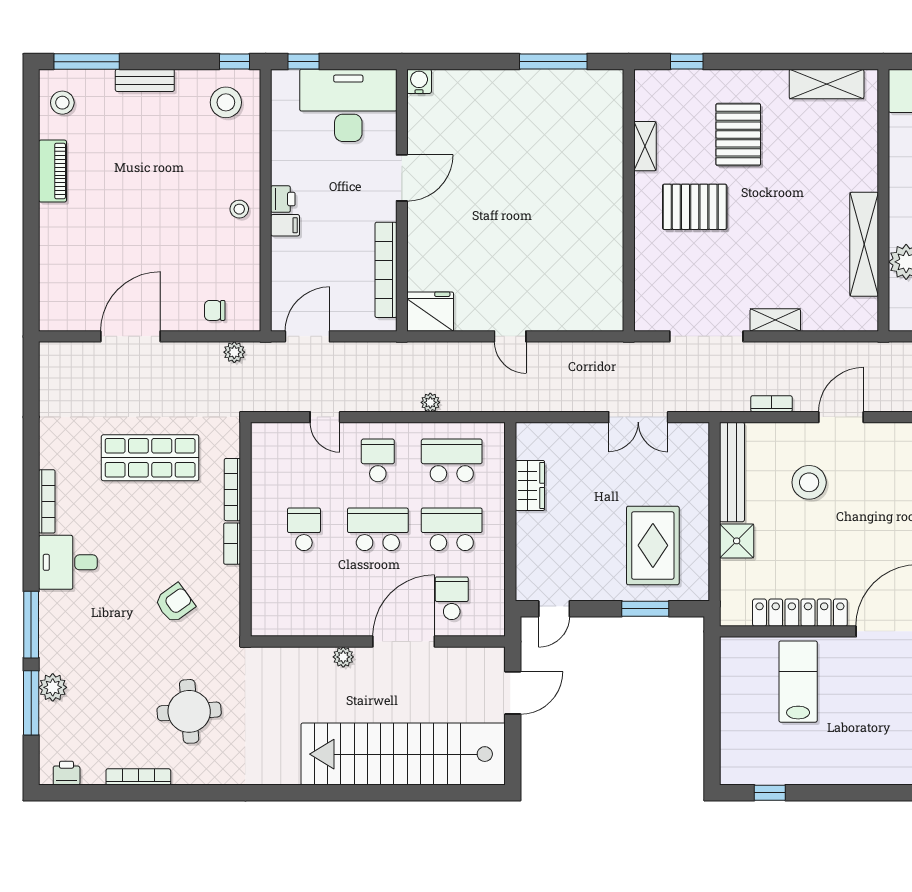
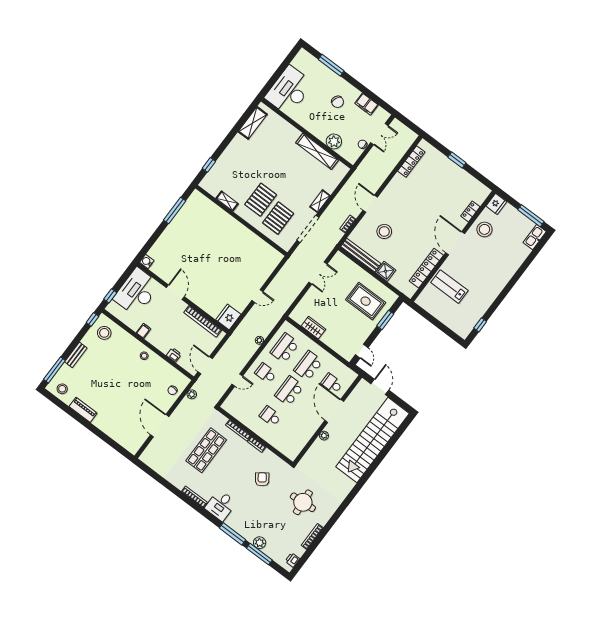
pallet: (738, 134) -> (278, 218), moved, turned 90
printer: (283, 199) -> (174, 355), moved
filing cabinet: (285, 225) -> (144, 331), moved

